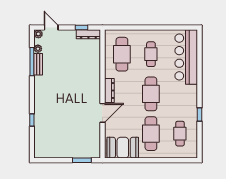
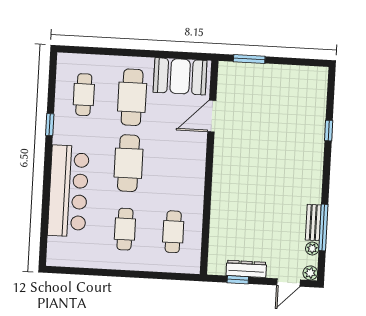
door: (51, 28) -> (288, 282), hinge flipped
dresser: (88, 34) -> (246, 269), moved
cafe table: (122, 54) -> (173, 232), width x0.73, depth x0.74
bar counter: (186, 57) -> (68, 191), moved
dresser: (109, 91) -> (197, 173), removed
door: (102, 113) -> (212, 116), moved

